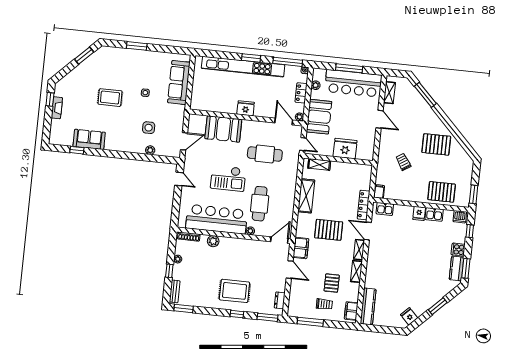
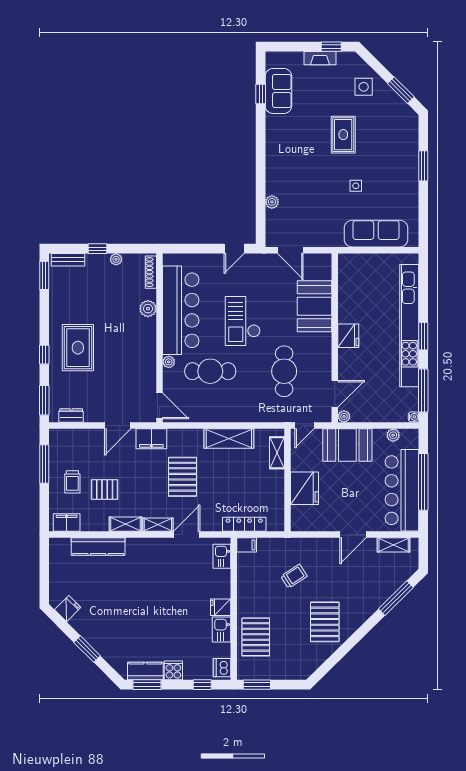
window: (349, 68) -> (423, 482), width x1.46
locker: (301, 93) -> (380, 415), removed
side table: (149, 128) -> (364, 87), moved
sofa: (89, 139) -> (278, 91), moved
locker: (364, 205) -> (244, 524), moved
kitchen counter: (368, 306) -> (98, 547), moved

